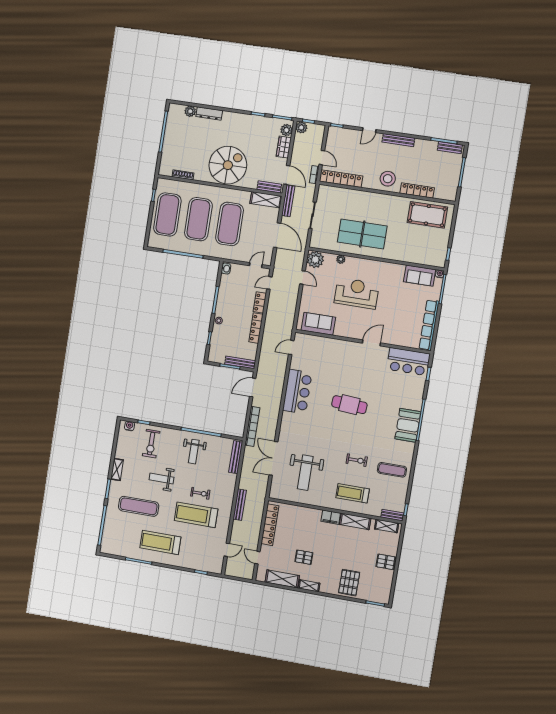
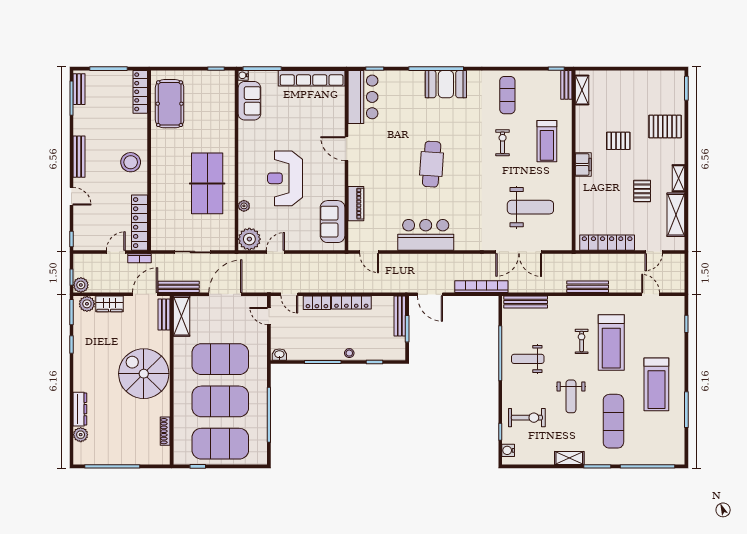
locker: (417, 190) -> (140, 92), moved
piano: (329, 343) -> (356, 204), added
weight bench: (194, 452) -> (528, 359), turned 180
shelving: (355, 521) -> (583, 132), removed
pallet: (386, 562) -> (618, 141), moved, turned 90

